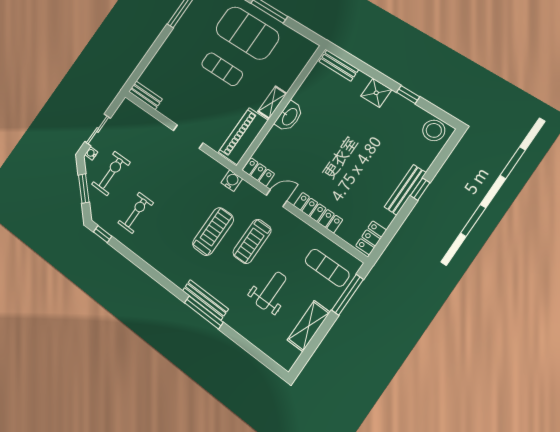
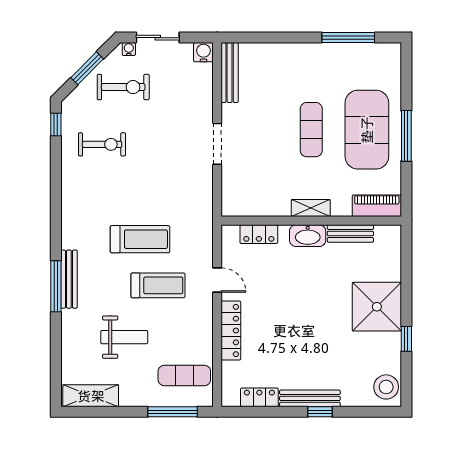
bench: (339, 66) -> (350, 233), moved, turned 90
shower: (376, 93) -> (377, 307), width x1.86, depth x1.86
bench: (145, 95) -> (230, 73), width x1.36
piano: (243, 136) -> (377, 206), moved, width x0.73, depth x0.75
locker: (258, 172) -> (259, 234), moved, turned 90
water cooler: (232, 181) -> (203, 52), moved, turned -90
locker: (371, 238) -> (259, 397), moved
treadmill: (252, 241) -> (158, 285), turned 180
exercise mat: (327, 268) -> (184, 375), turned 90
shelving: (309, 326) -> (91, 396), moved

